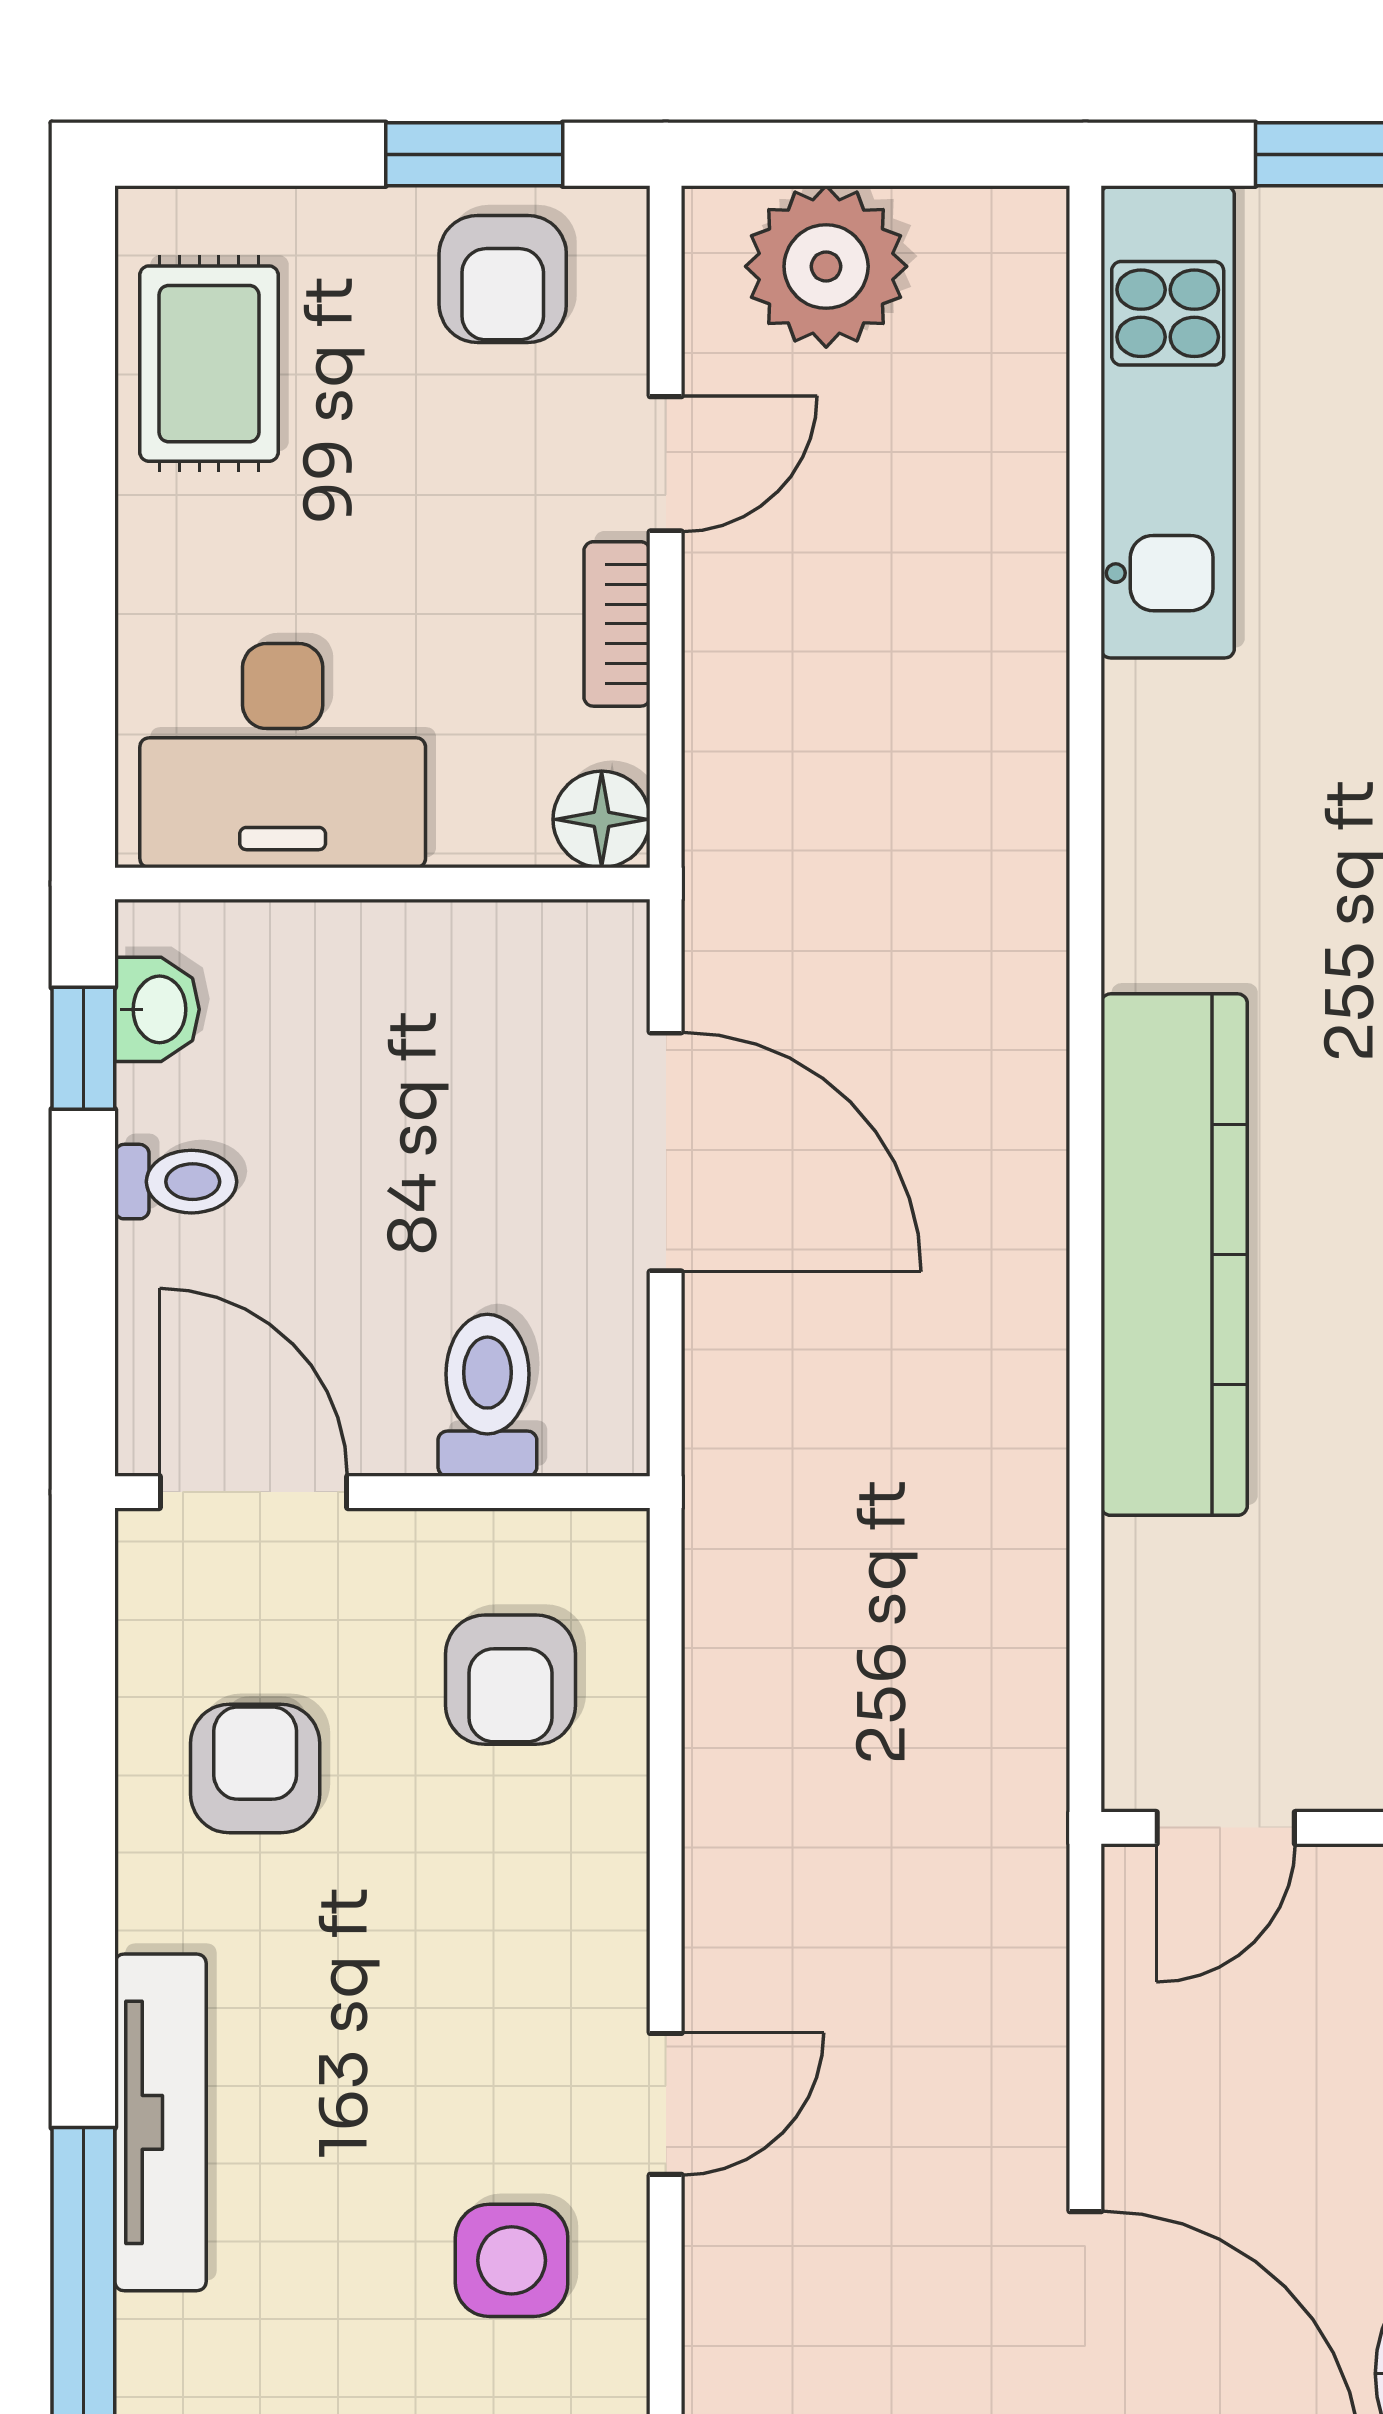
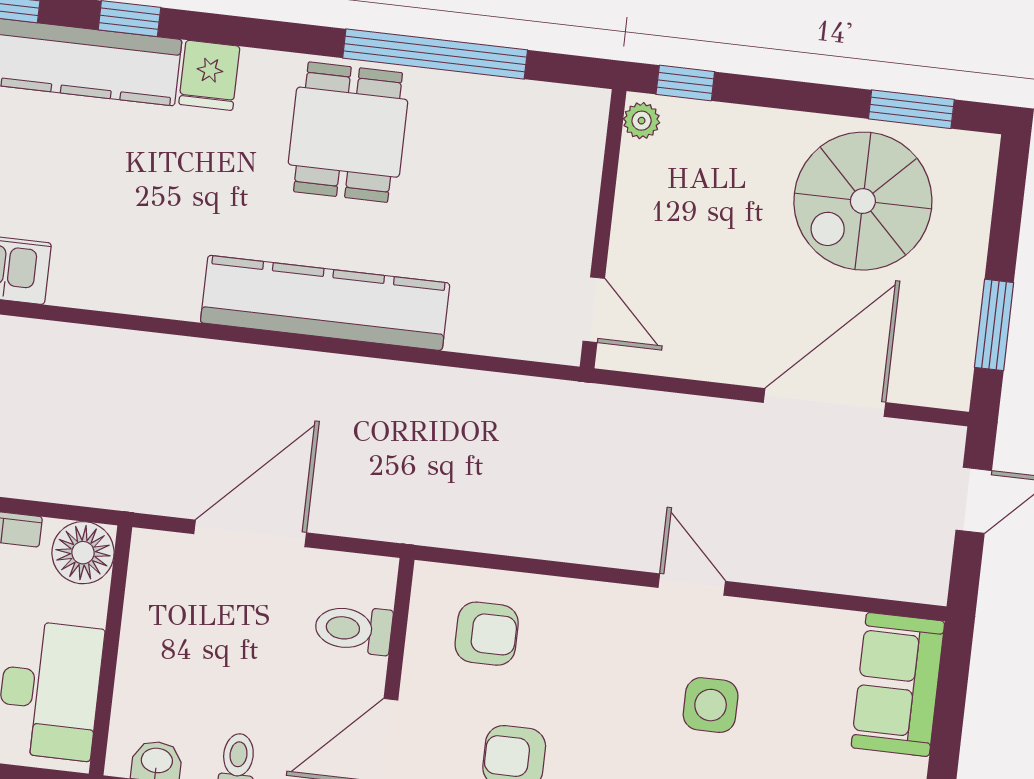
floor lamp: (602, 819) -> (83, 553), width x1.38, depth x1.38
side table: (512, 2260) -> (711, 705), moved

